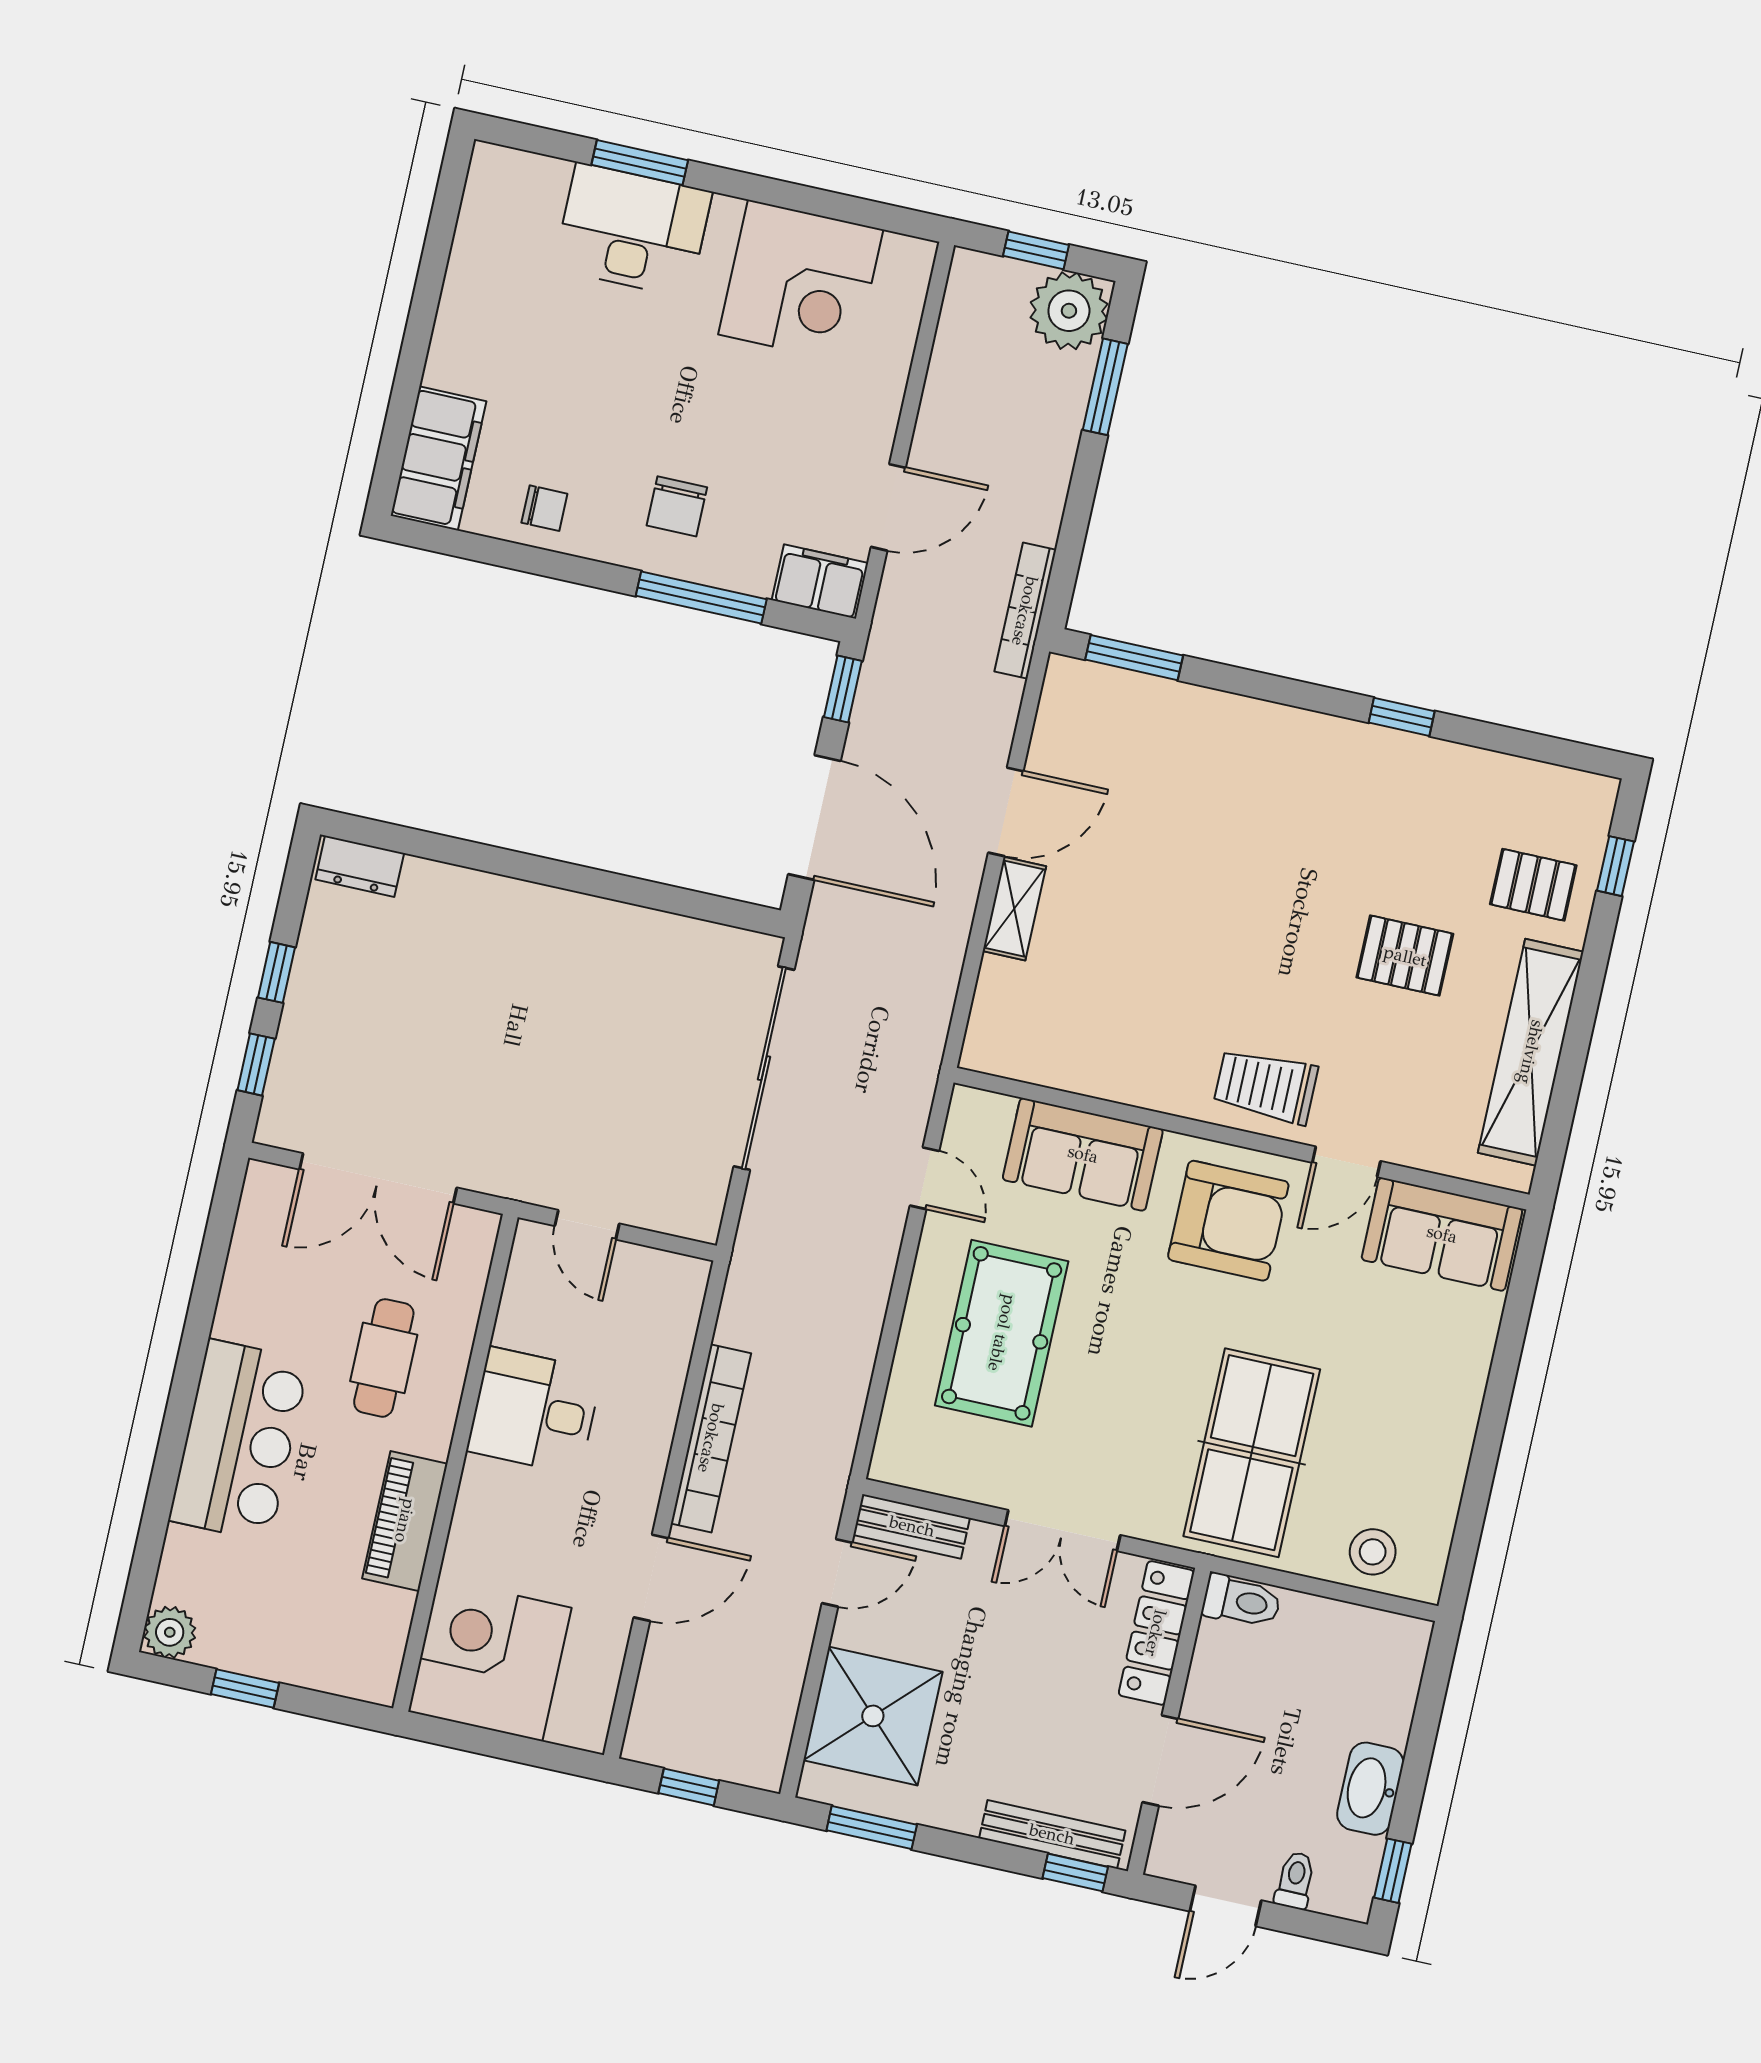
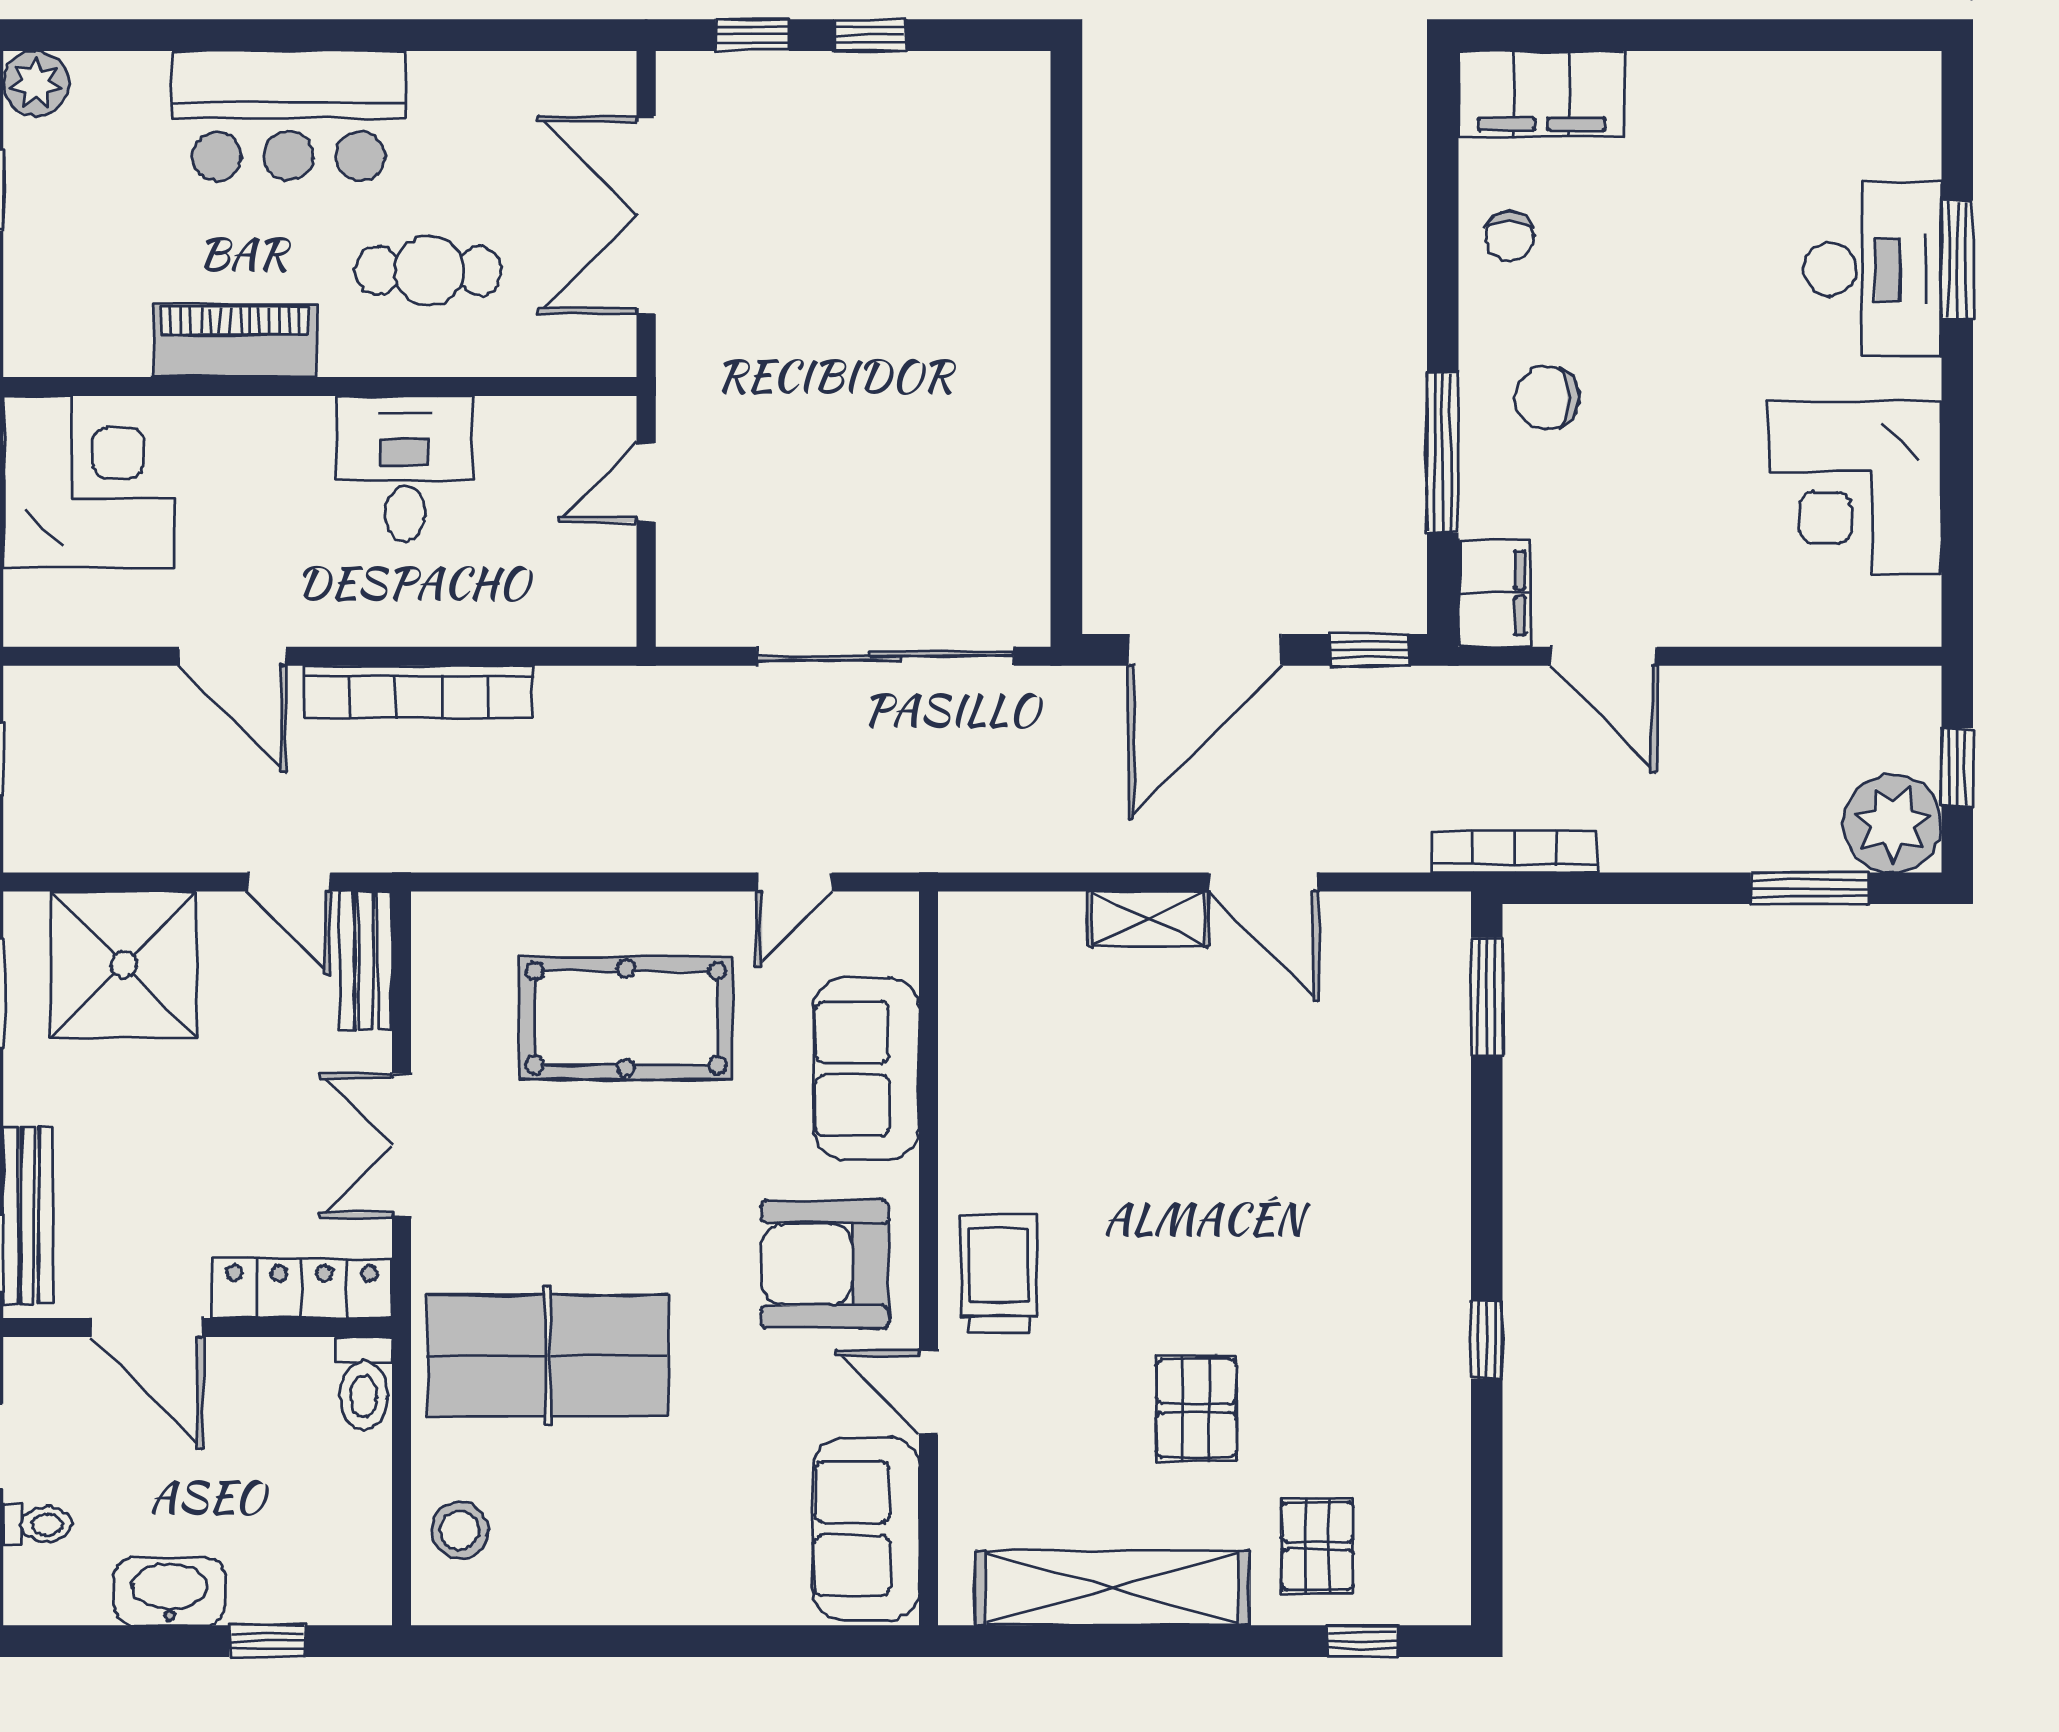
dresser: (360, 866) -> (1022, 108), removed
armchair: (1228, 1221) -> (825, 1264), turned 90
window: (1393, 1871) -> (267, 1641), moved

